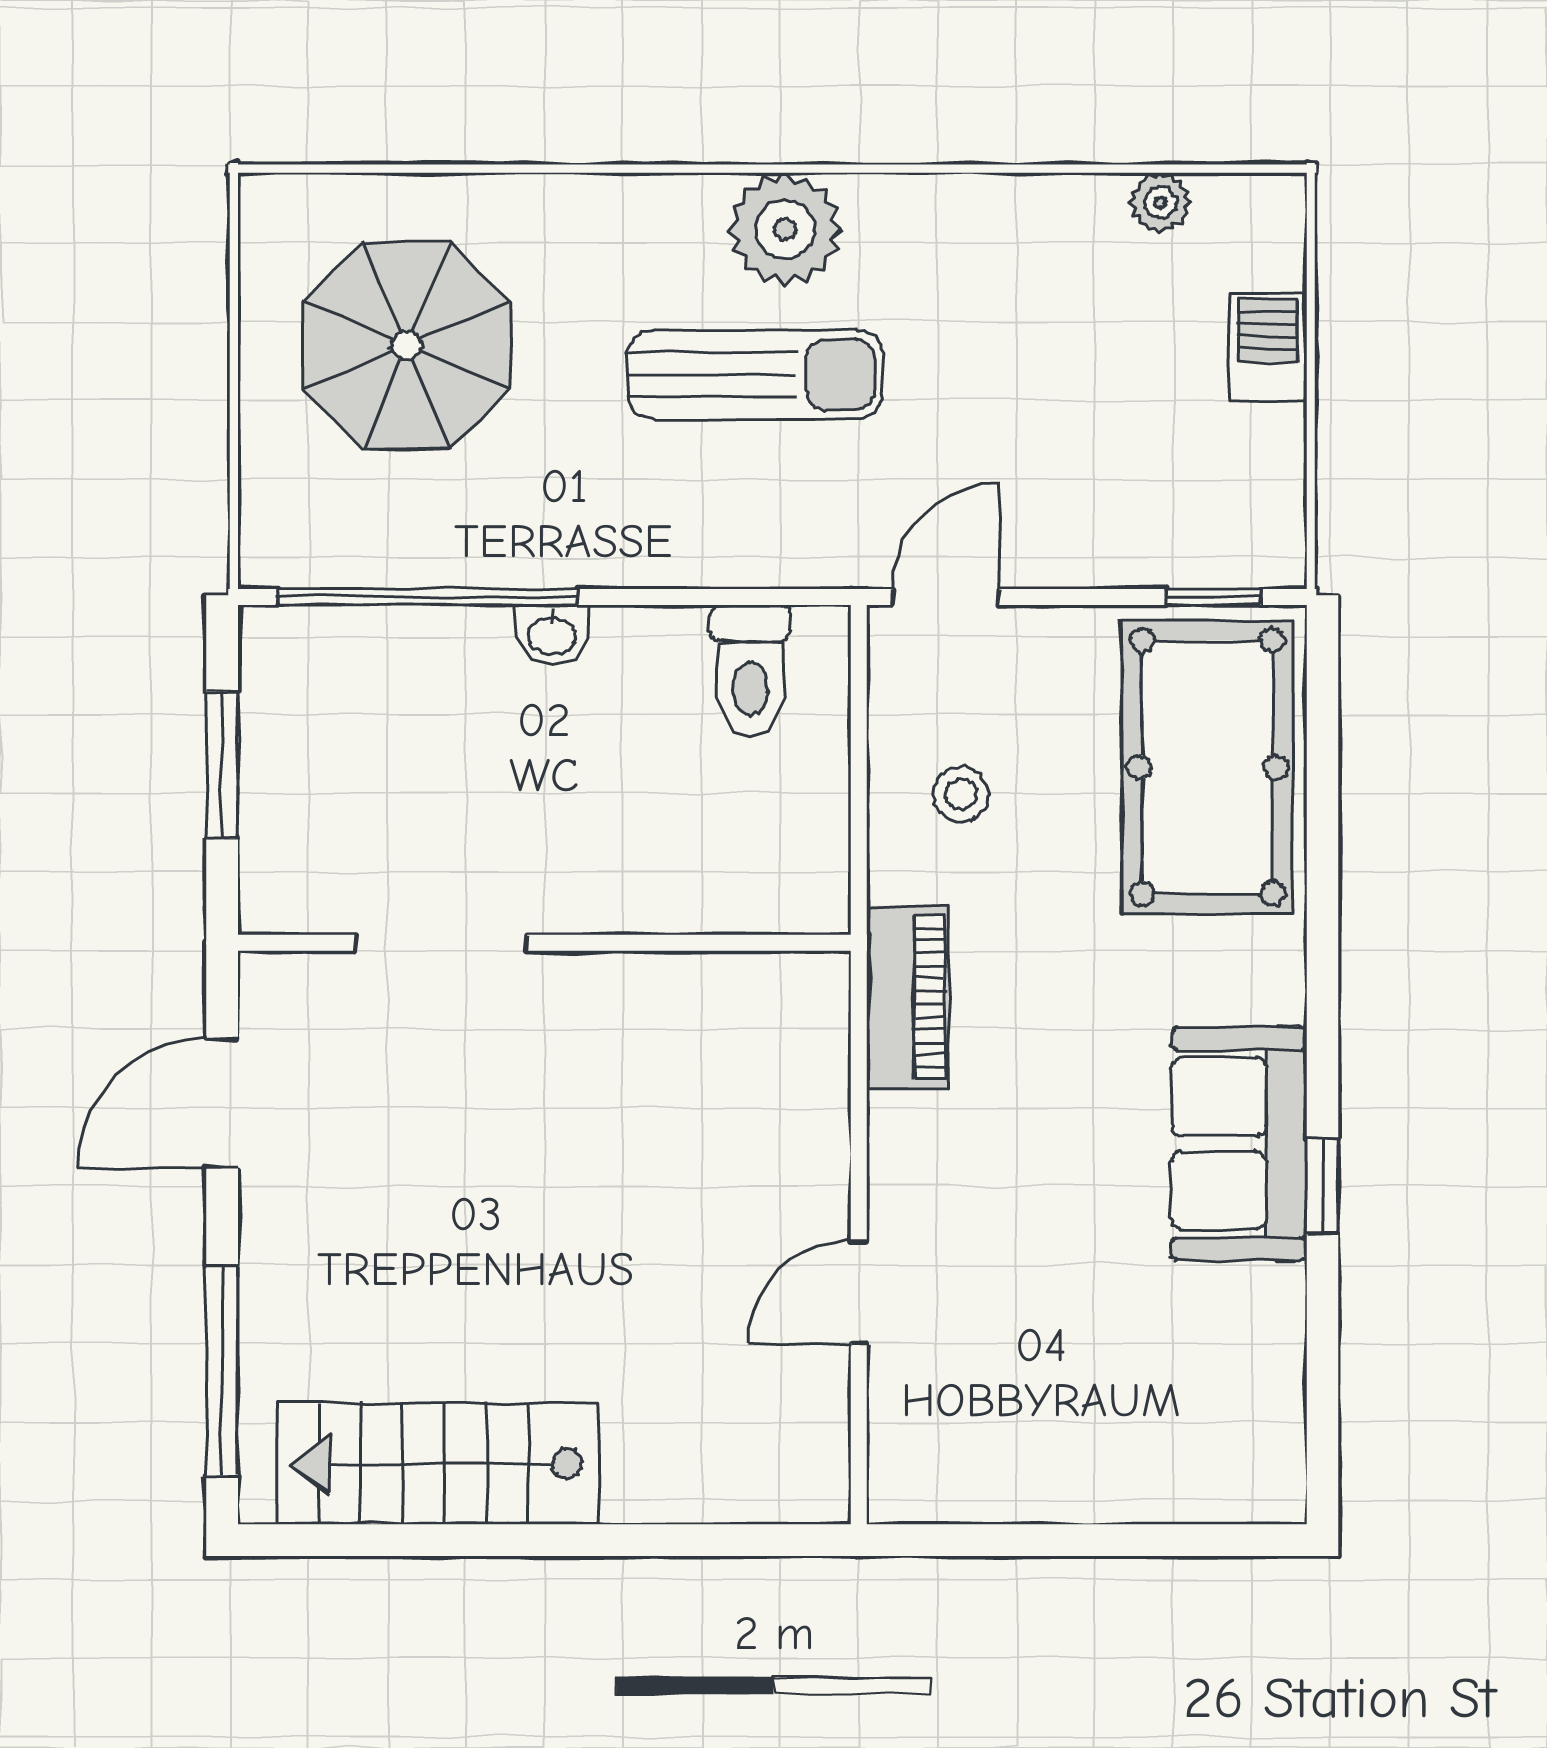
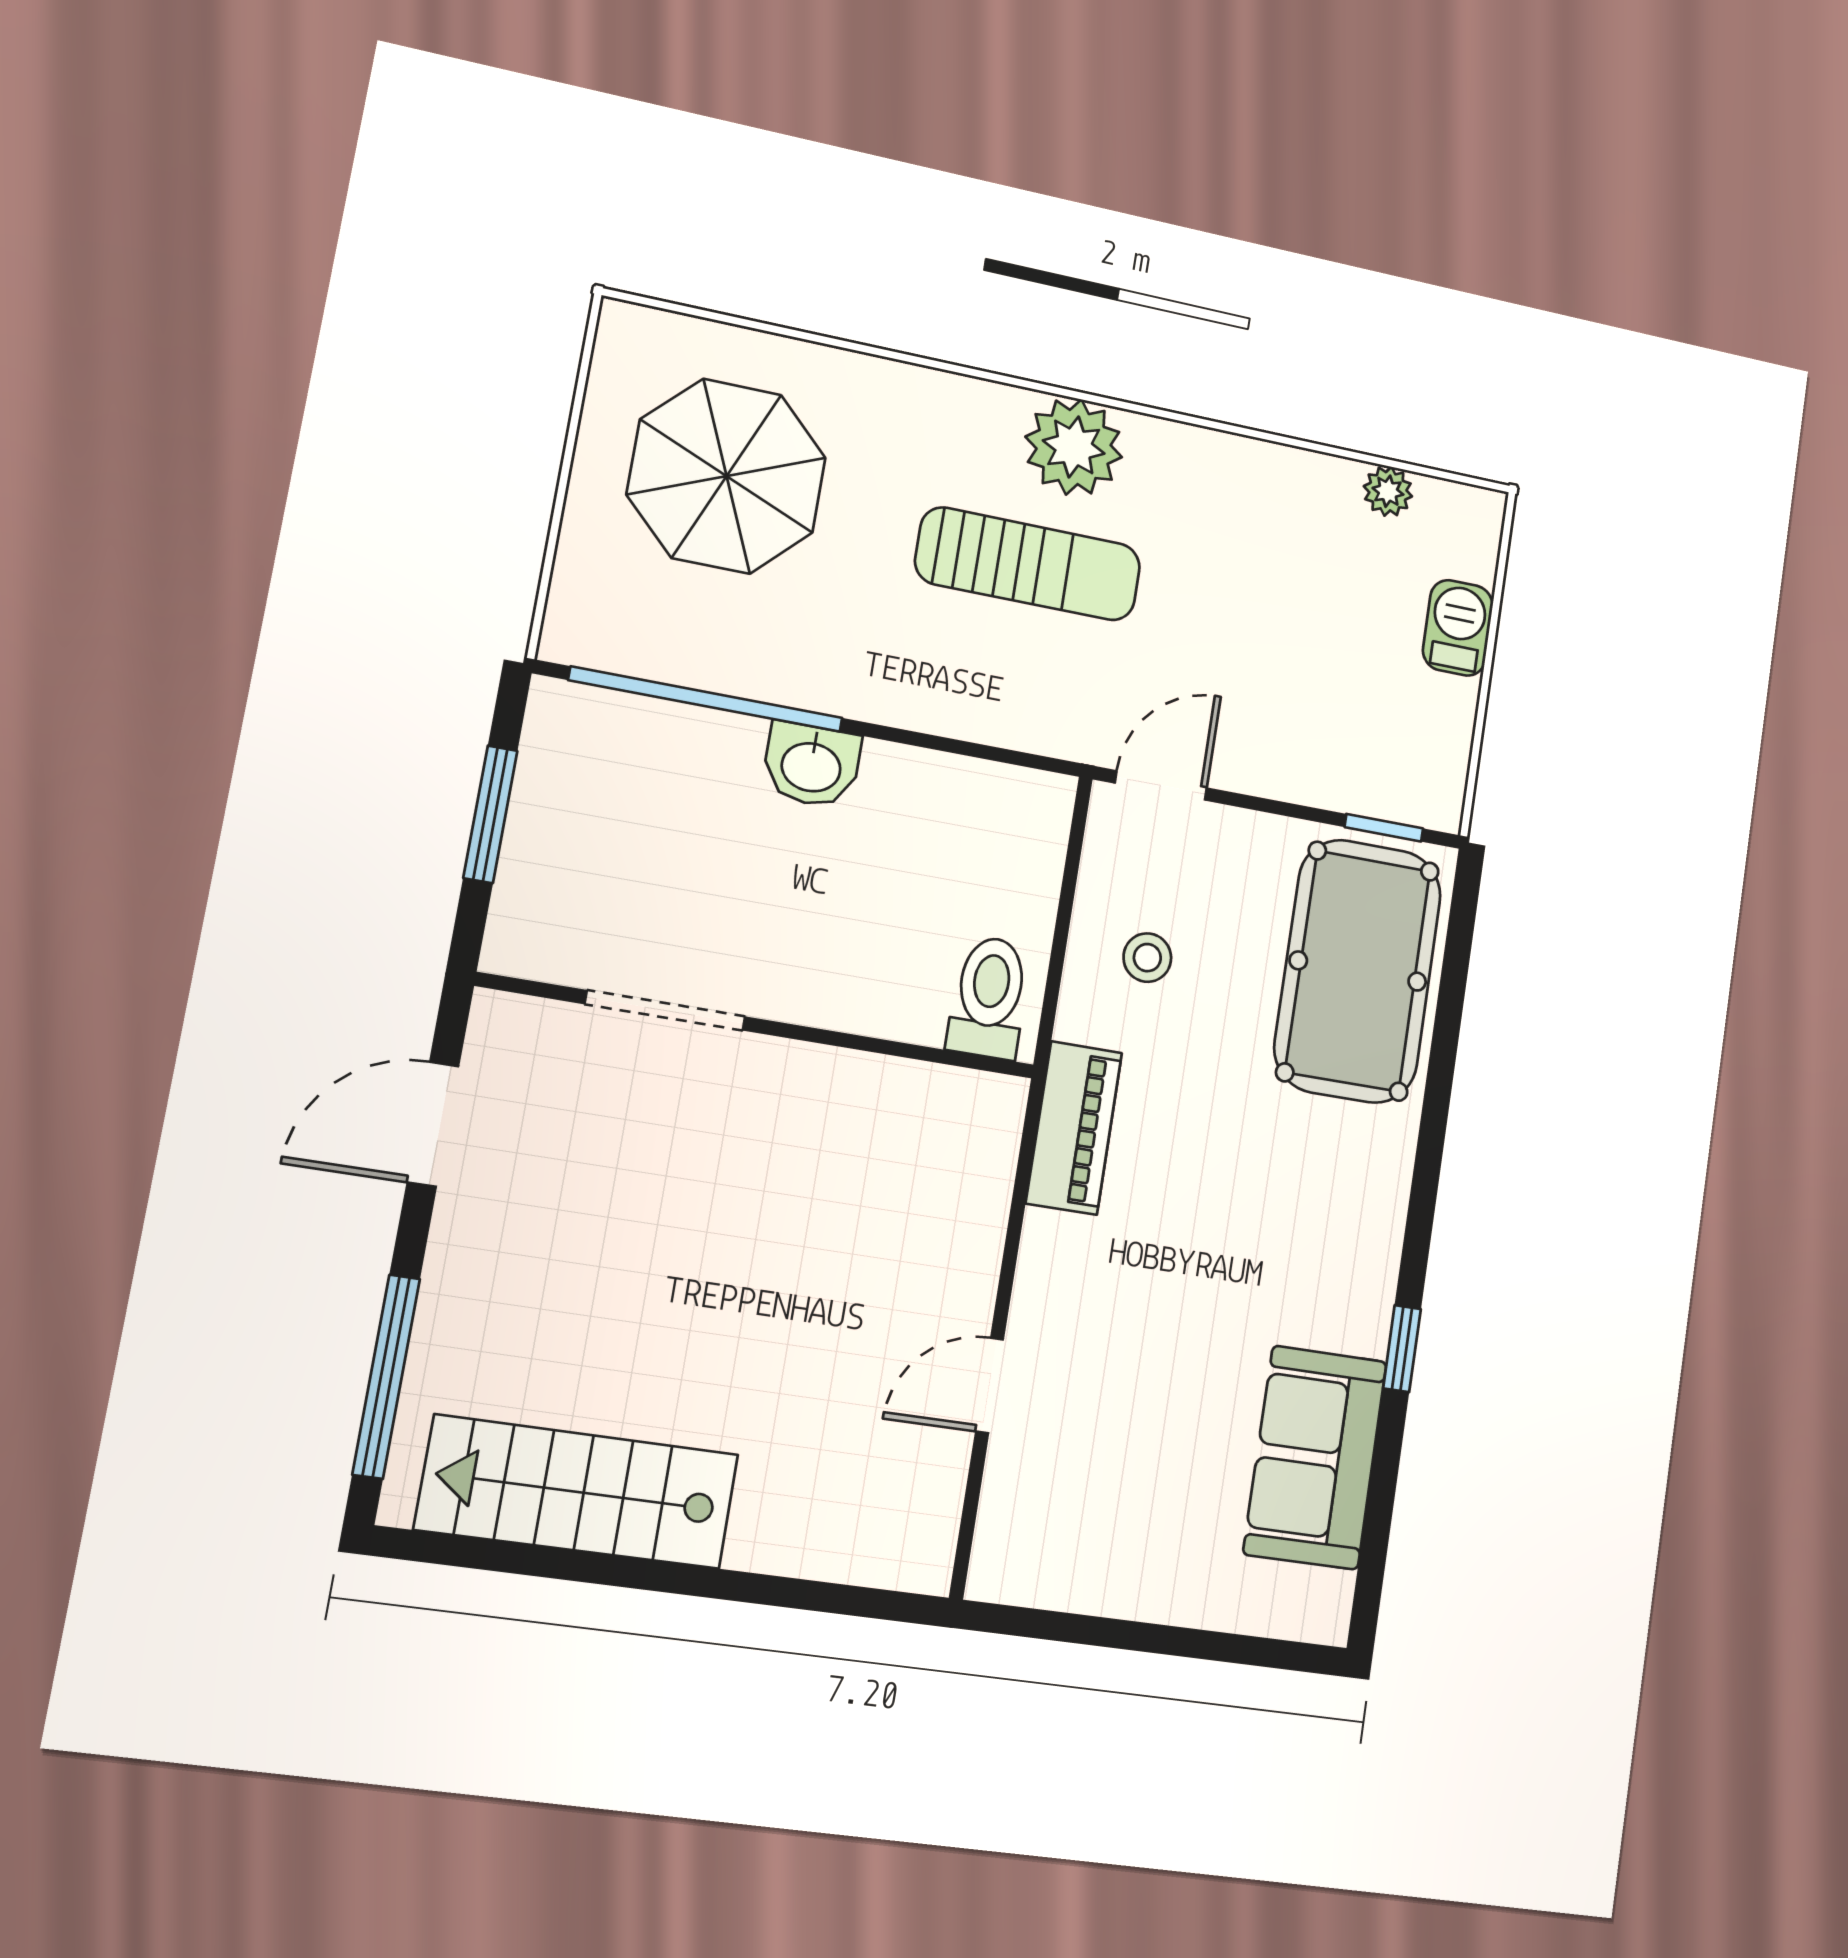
washbasin: (552, 634) -> (811, 765), width x1.38, depth x1.45
toilet: (750, 671) -> (989, 997), moved, turned 180
sofa: (1239, 1144) -> (1315, 1458), moved

